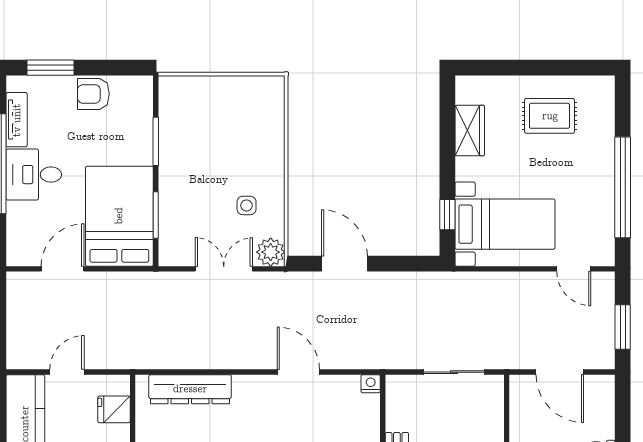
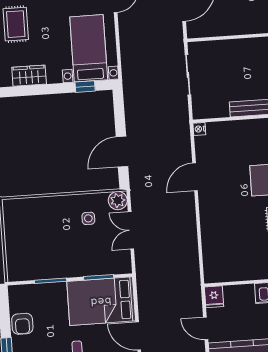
dresser: (190, 389) -> (211, 247), removed
fridge: (114, 409) -> (214, 297), moved

